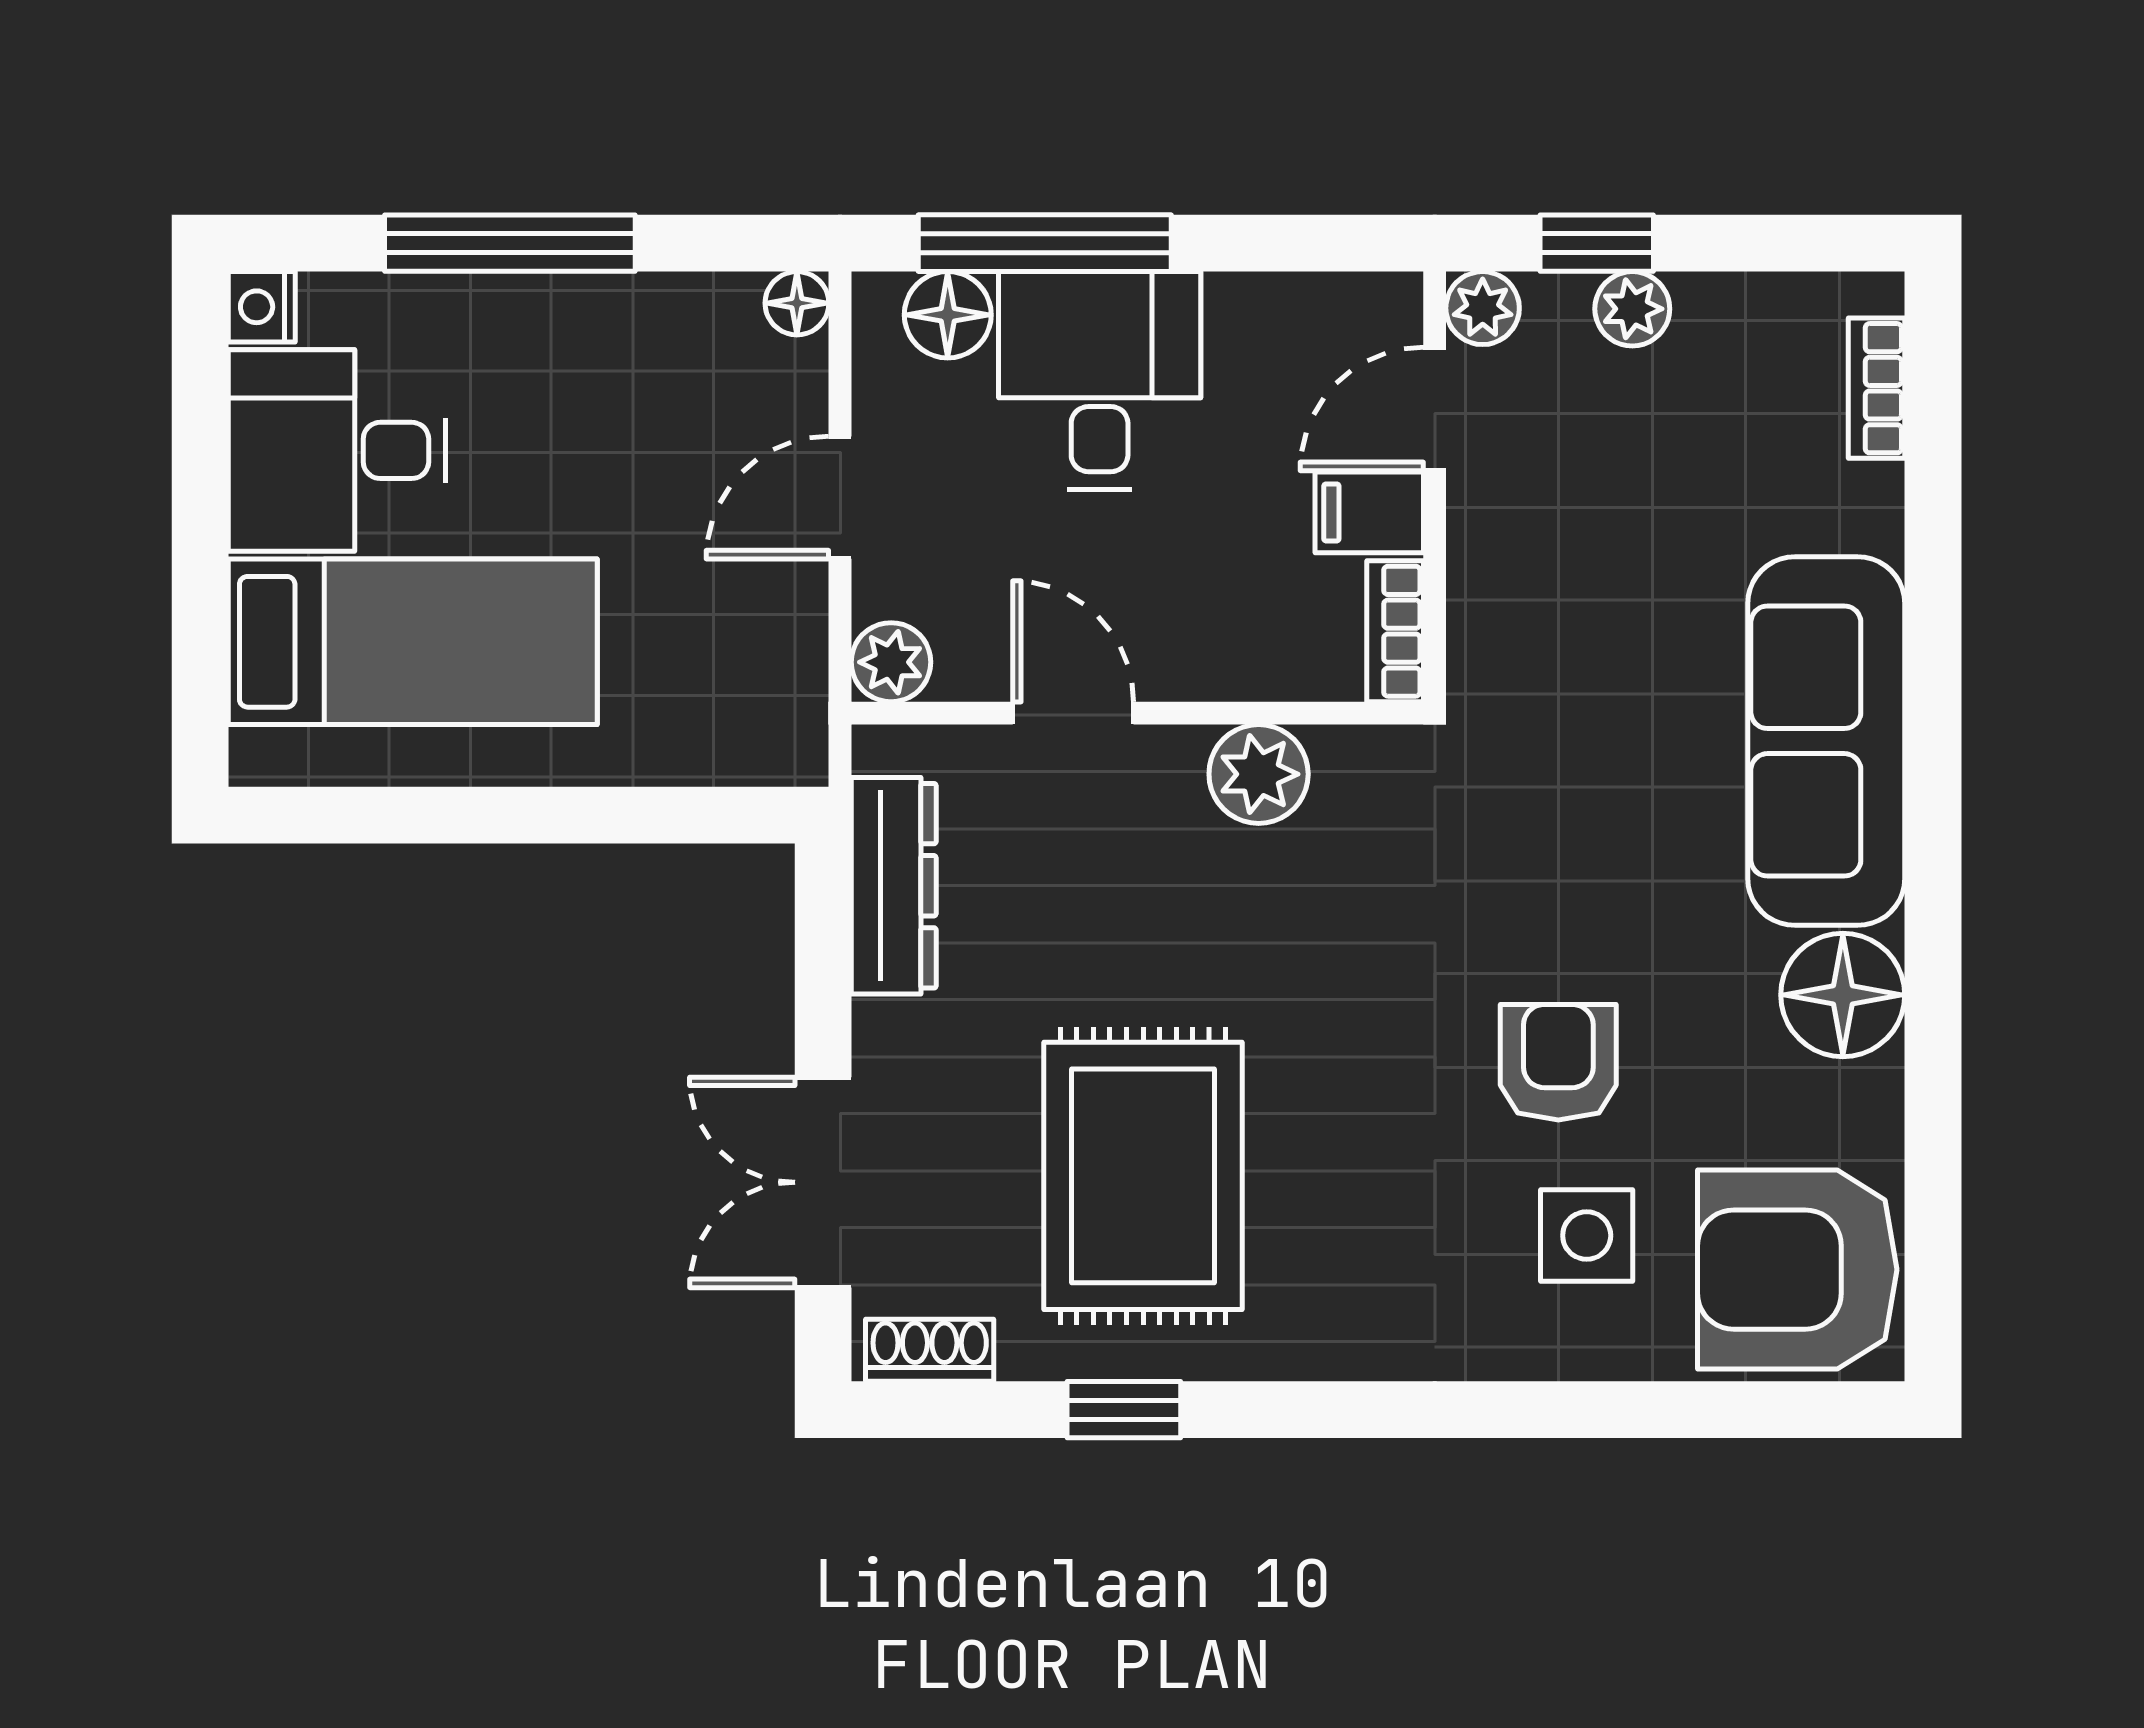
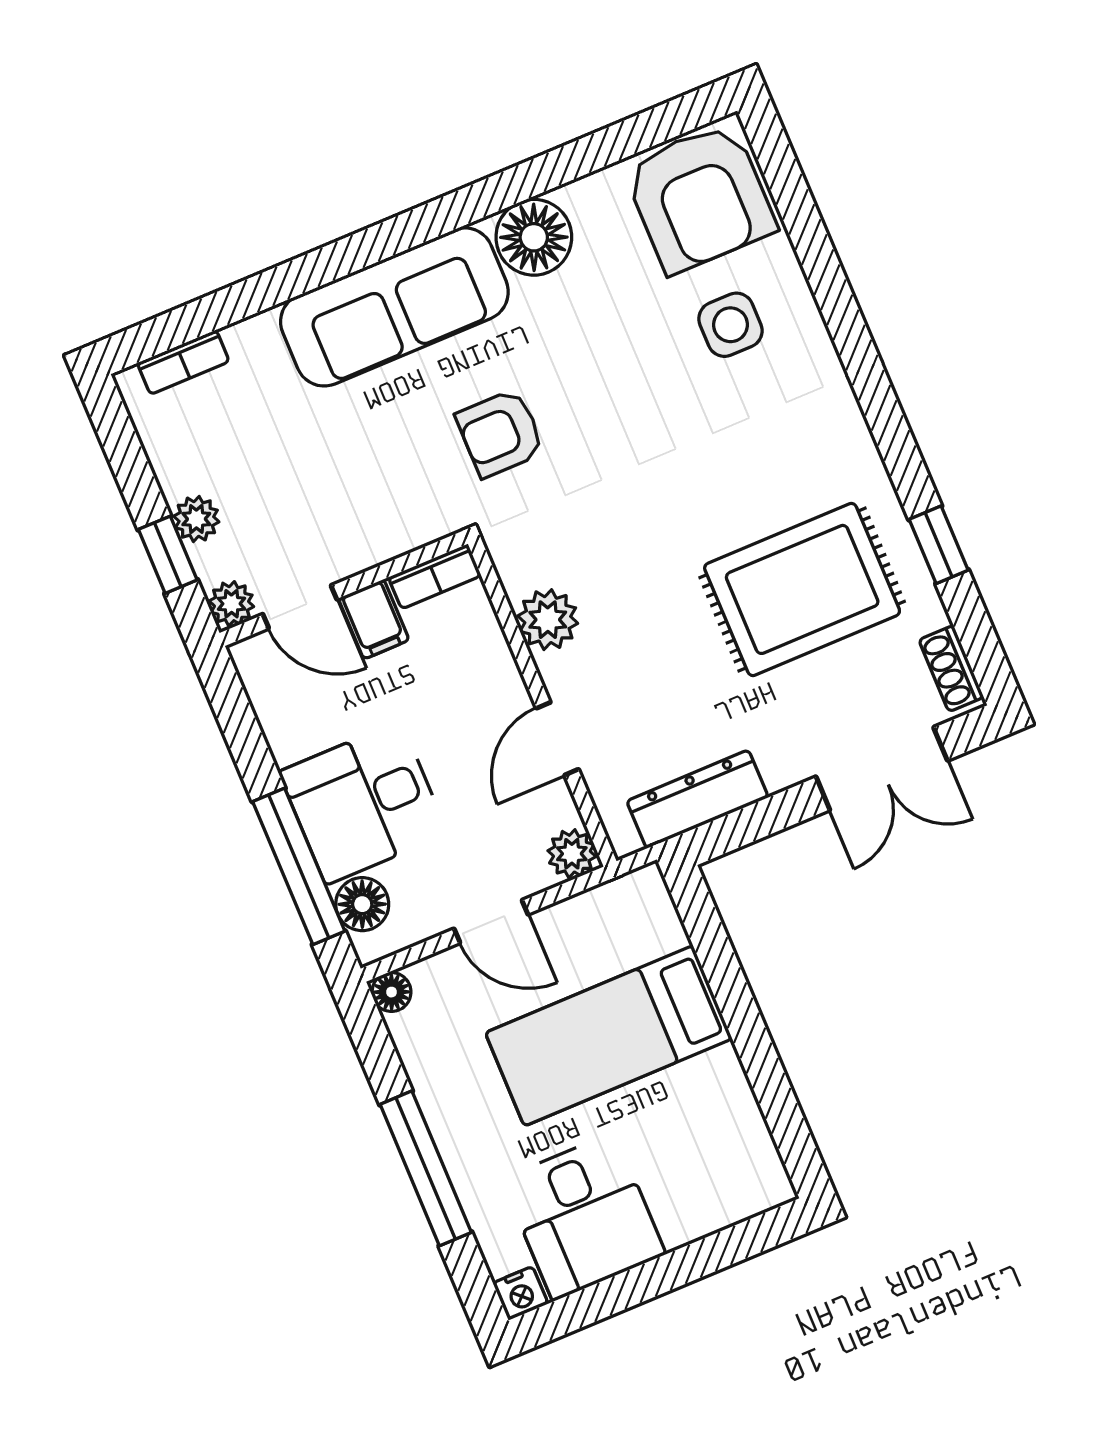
bed: (413, 642) -> (609, 1036), moved, turned -90
armchair: (1558, 1062) -> (500, 433), moved

